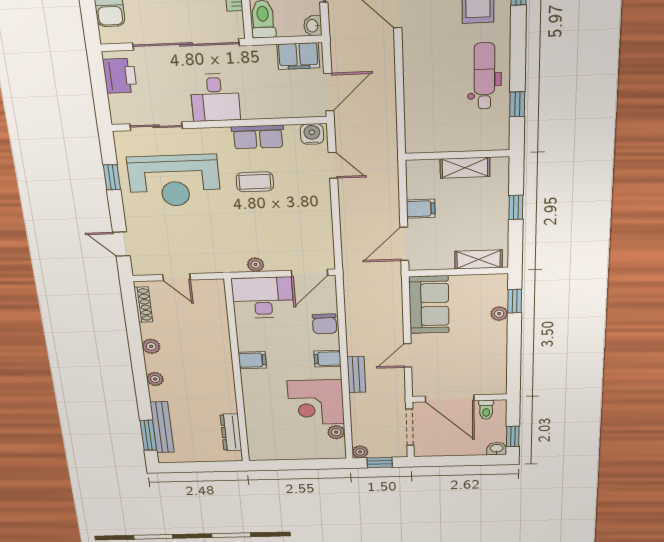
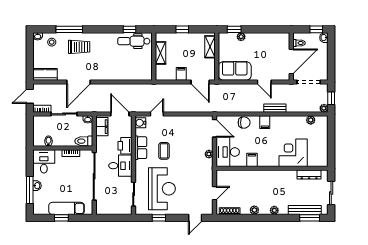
printer: (120, 76) -> (125, 146), moved, turned -90
dental chair: (484, 76) -> (134, 41), moved
filing cabinet: (252, 360) -> (252, 160), moved
corner desk: (316, 402) -> (293, 153), moved, turned 180
sliding door: (200, 467) -> (331, 193), added

